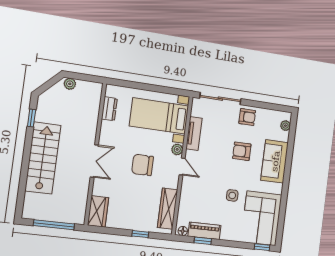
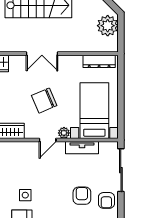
plant: (70, 84) -> (108, 26), width x1.87, depth x1.87
dresser: (109, 109) -> (99, 61), width x1.44
armchair: (242, 151) -> (82, 196), moved
chair: (142, 165) -> (44, 101), turned -113

